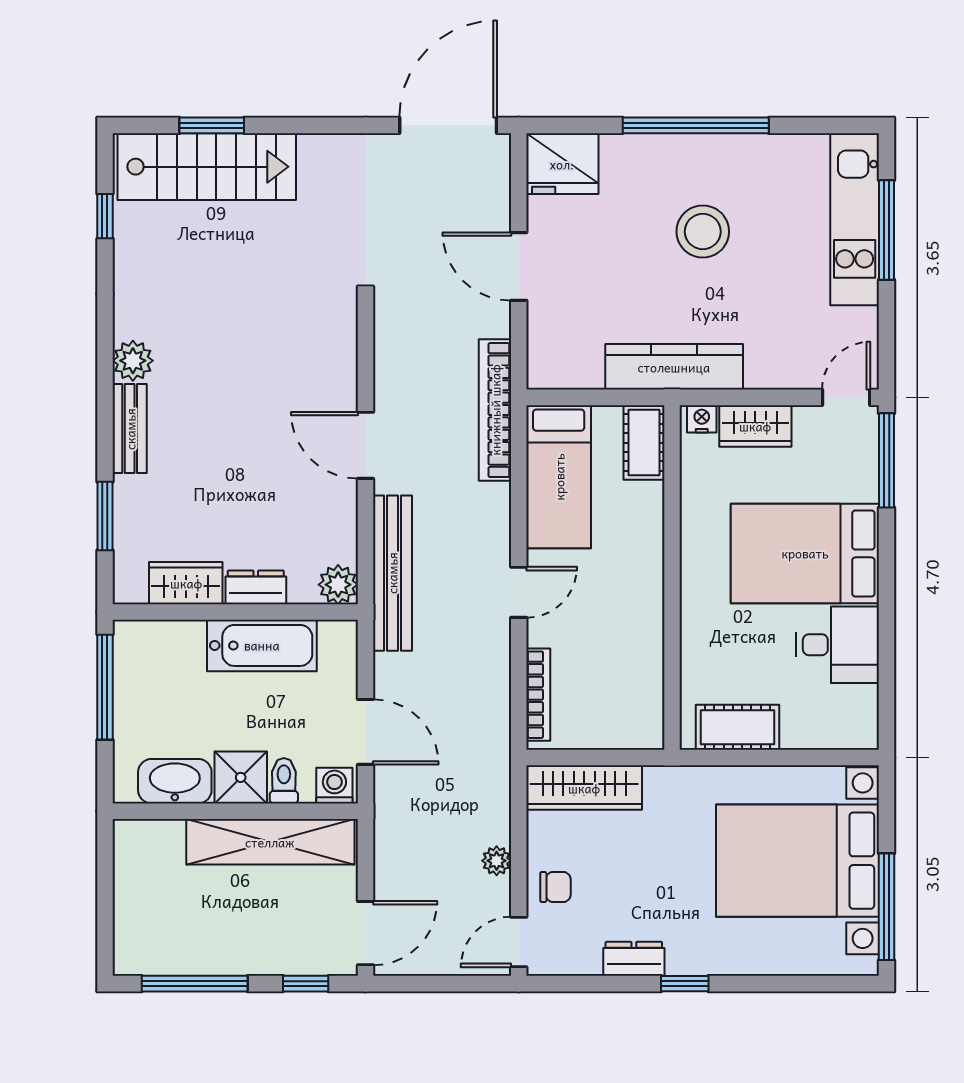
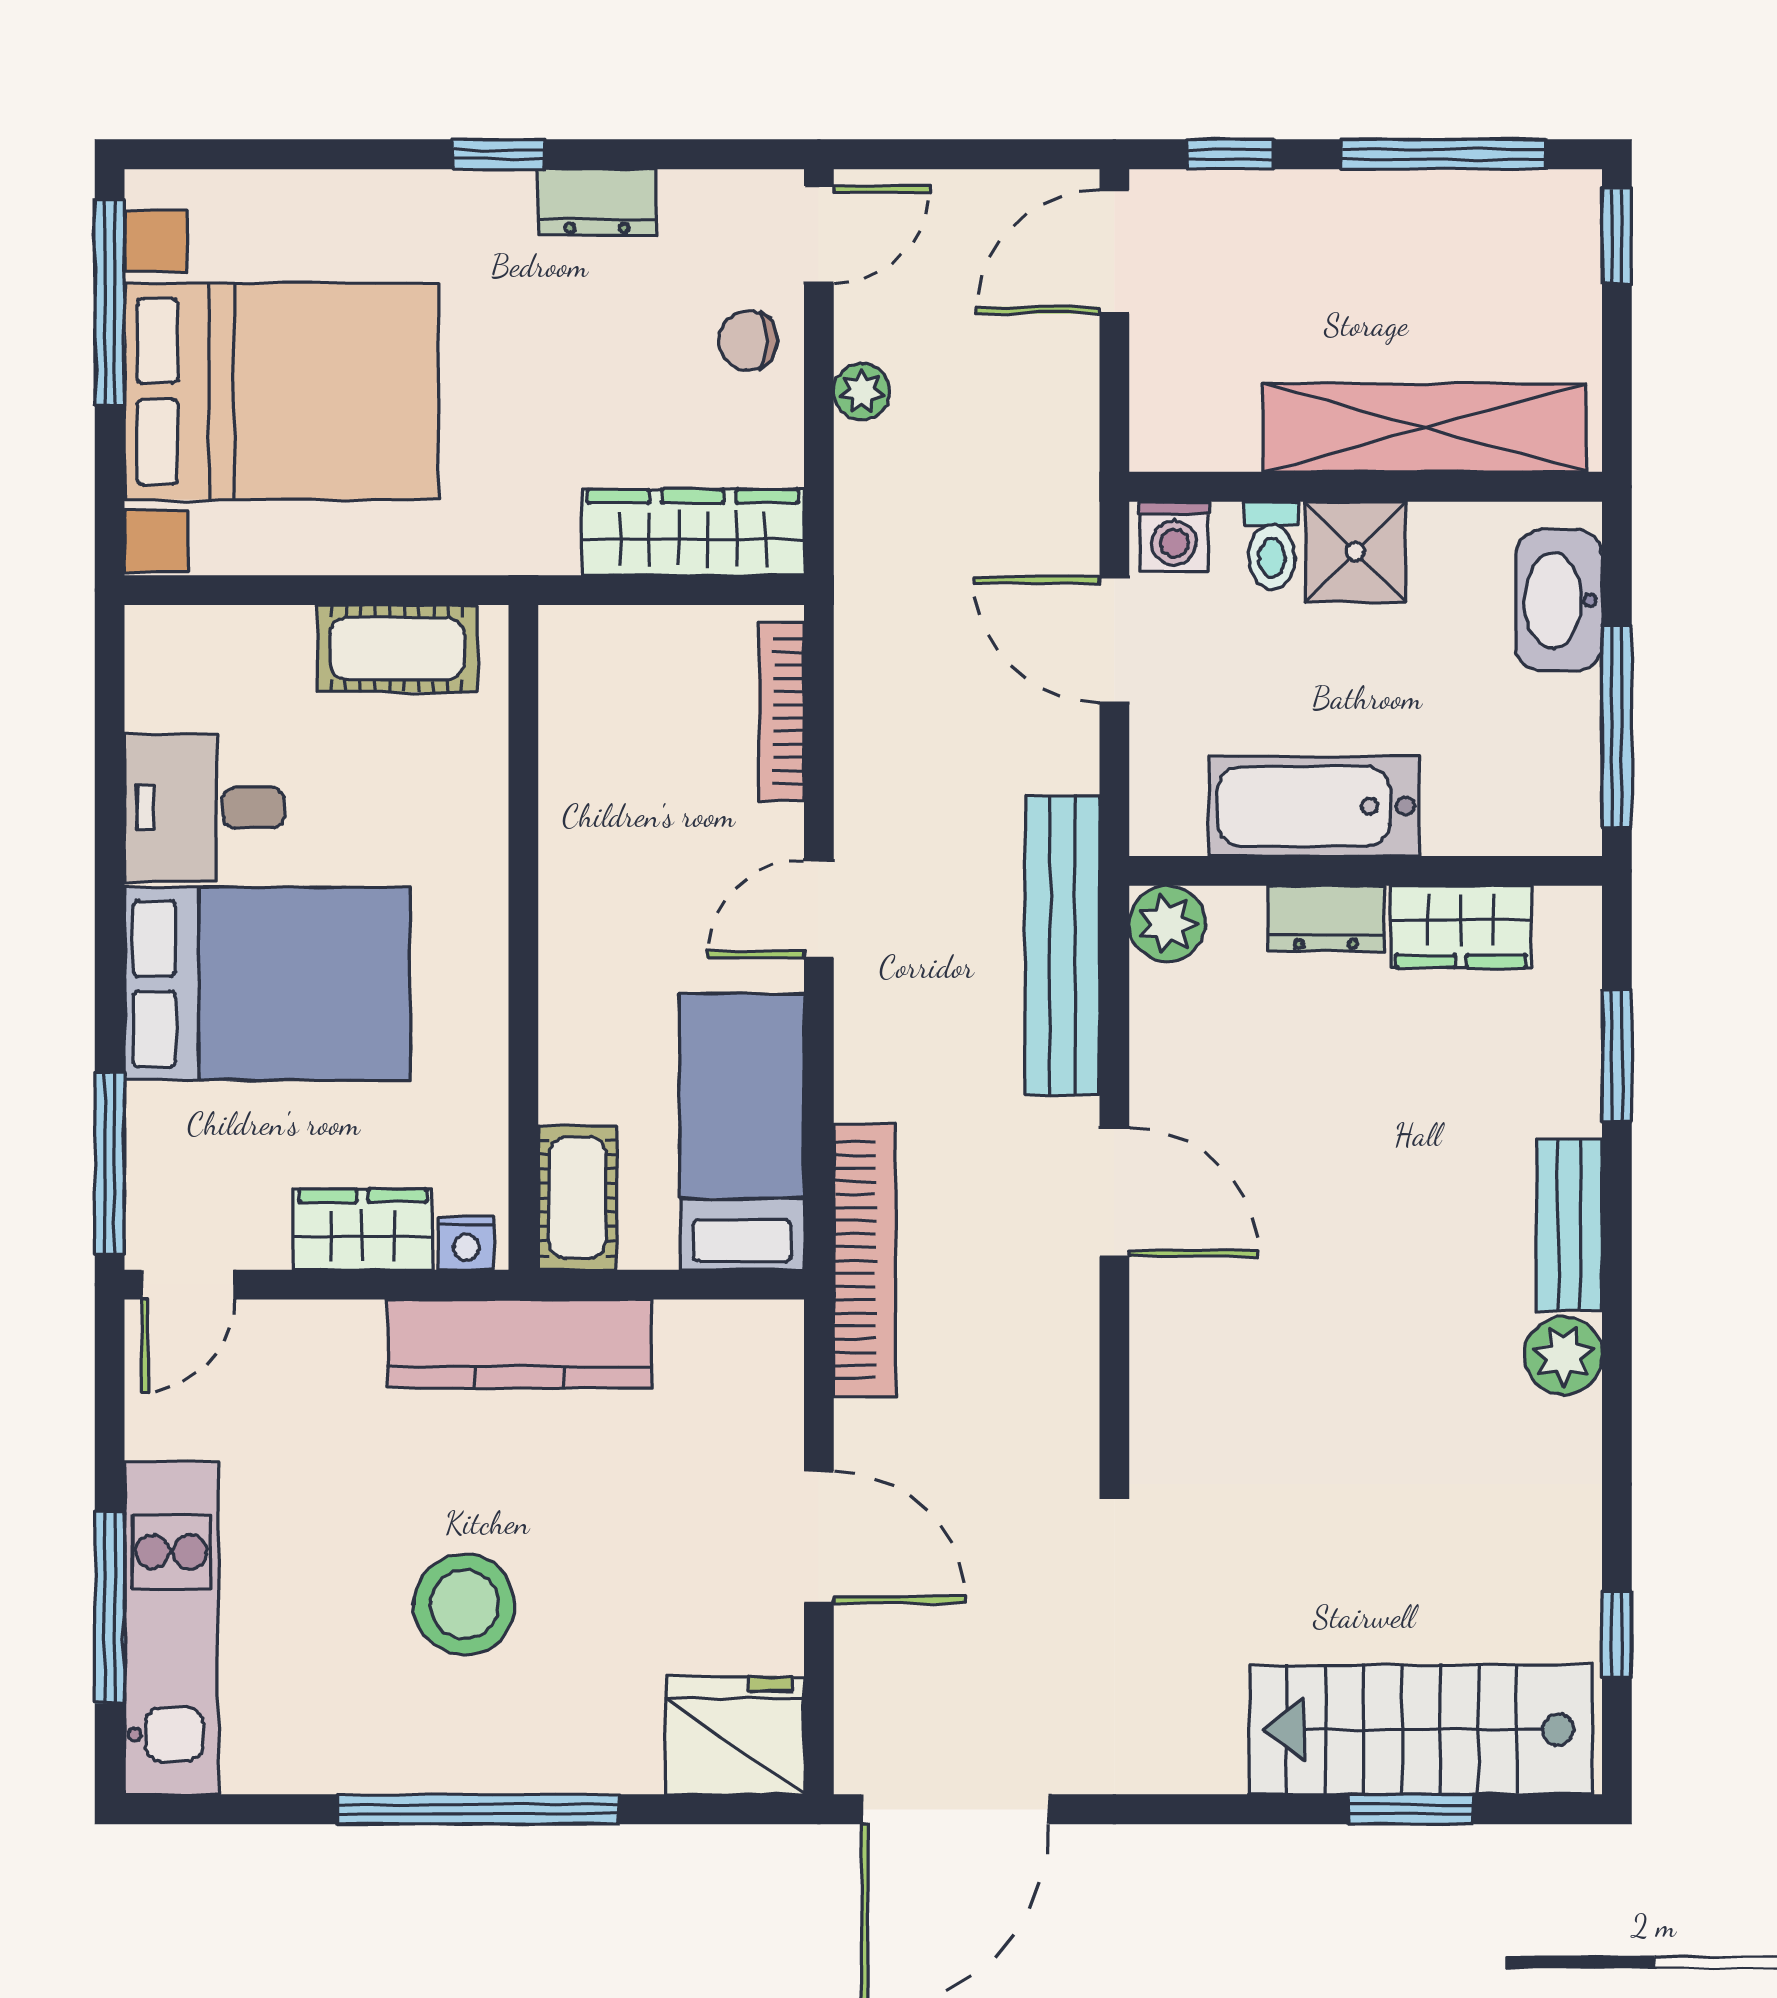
washbasin: (175, 781) -> (1559, 600), moved, turned 90
shelving: (270, 842) -> (1425, 428), moved
window: (105, 941) -> (1617, 236), added

